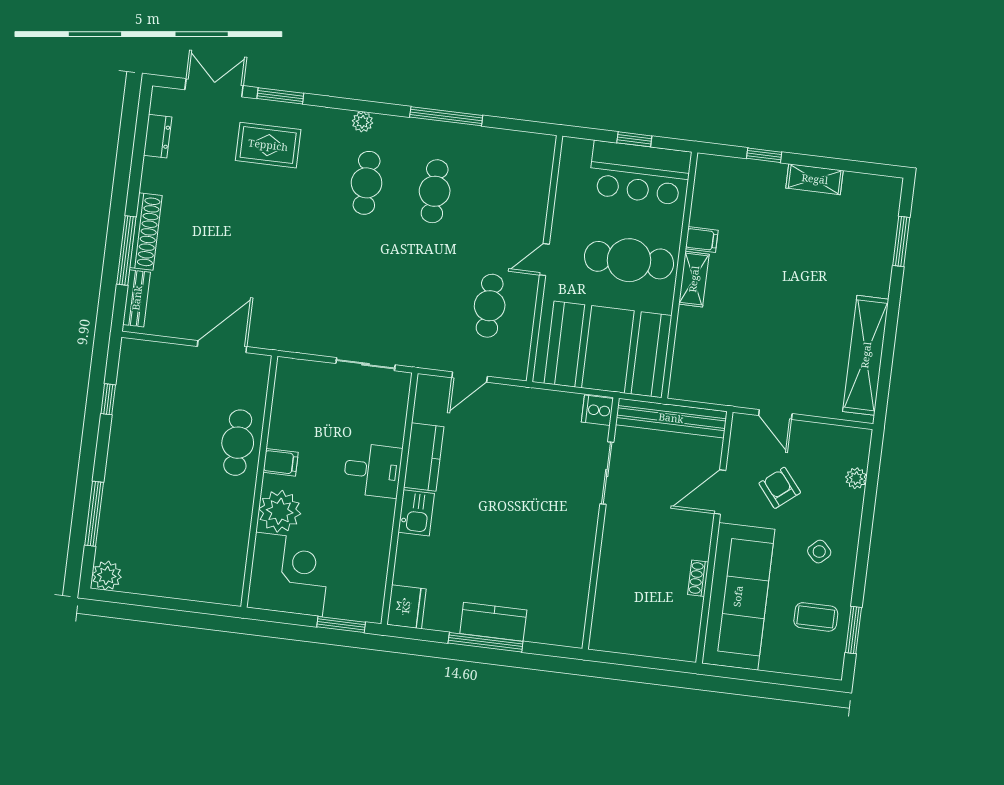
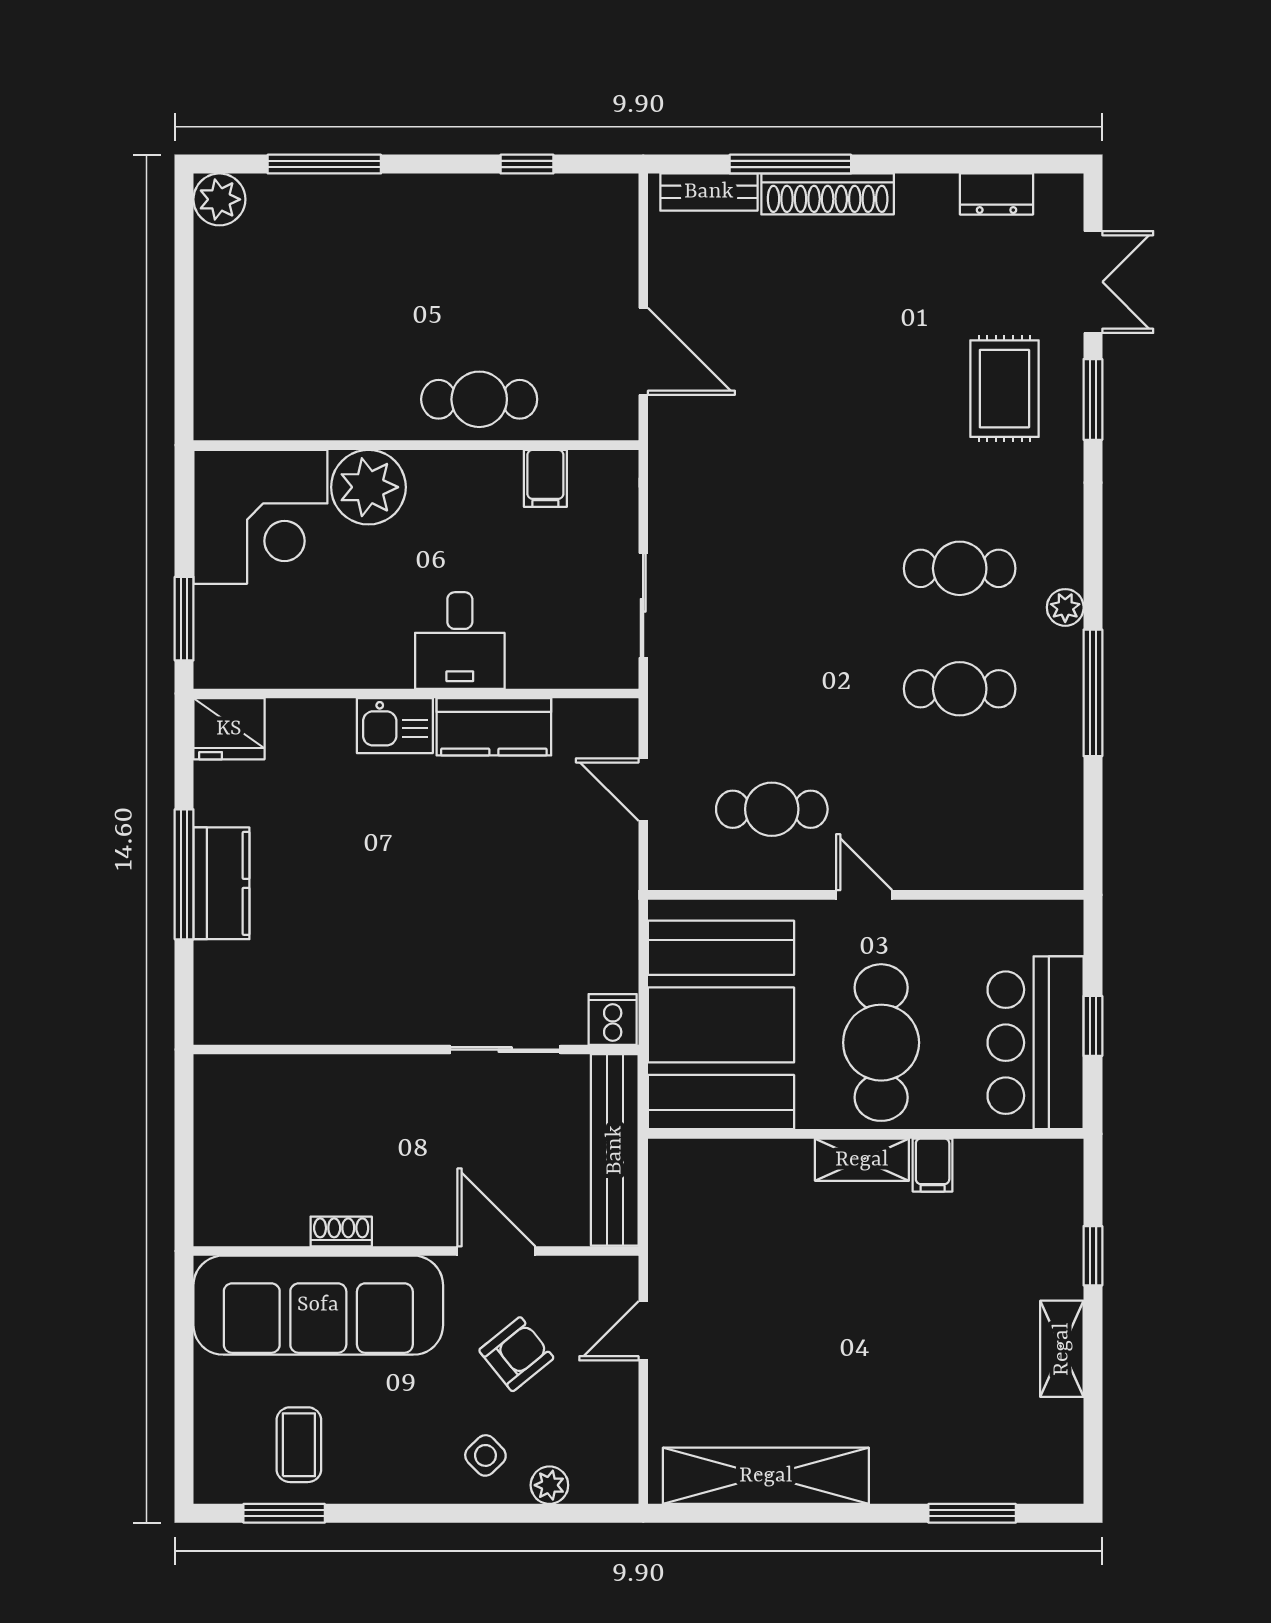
plant: (363, 122) -> (1065, 607), moved
filing cabinet: (281, 462) -> (545, 478), moved
side table: (819, 552) -> (485, 1455), moved

